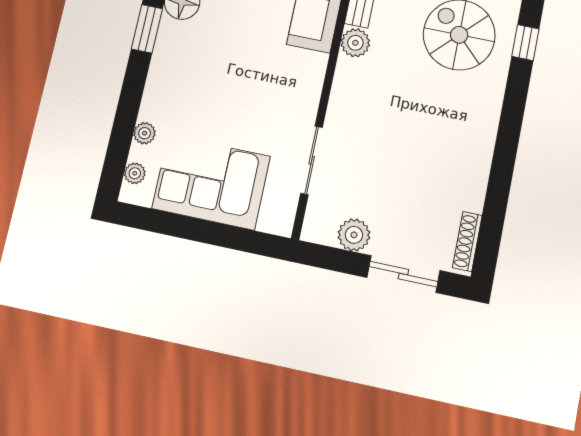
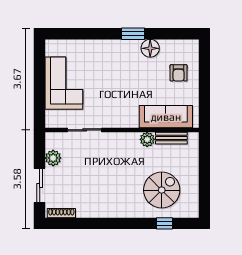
plant: (145, 133) -> (81, 45), removed
plant: (135, 173) -> (60, 45), removed

